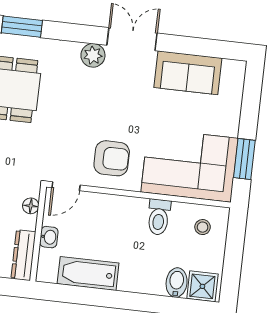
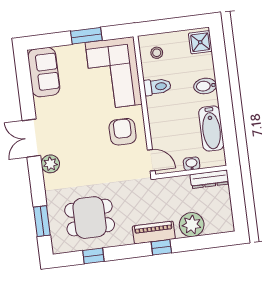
sofa: (188, 73) -> (44, 72), moved
window: (244, 159) -> (86, 36), moved
floor lamp: (31, 206) -> (172, 183), removed
bidet: (177, 283) -> (205, 86), moved

